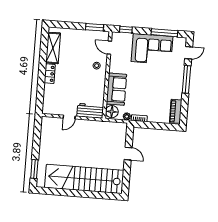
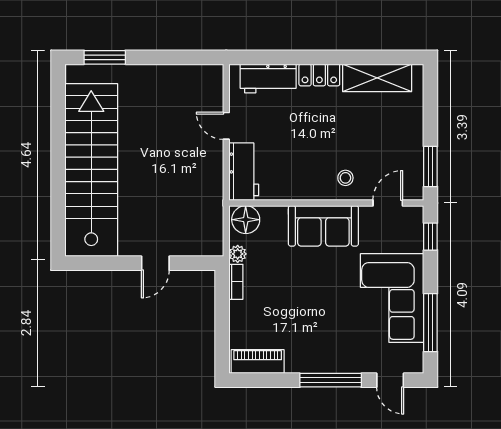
sofa: (116, 89) -> (323, 226), moved
workbench: (49, 97) -> (268, 78), added

